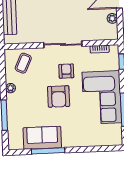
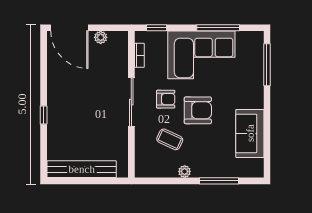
coffee table: (23, 63) -> (170, 139), moved
armchair: (66, 71) -> (166, 99), turned 180
window: (48, 151) -> (267, 65), moved

